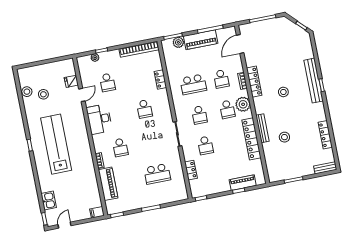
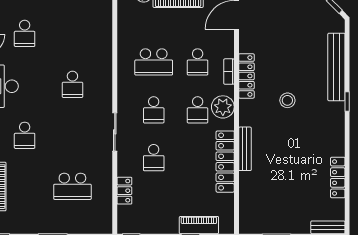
locker: (160, 80) -> (105, 45), removed
bench: (314, 81) -> (336, 67), moved
stool: (284, 137) -> (276, 169), removed

